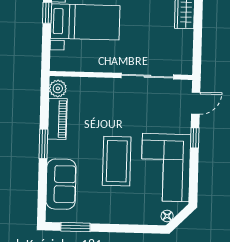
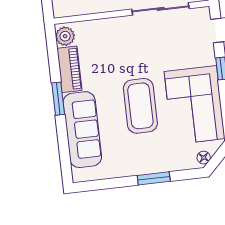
sofa: (61, 184) -> (82, 130), width x1.36
window: (75, 227) -> (154, 178), moved

